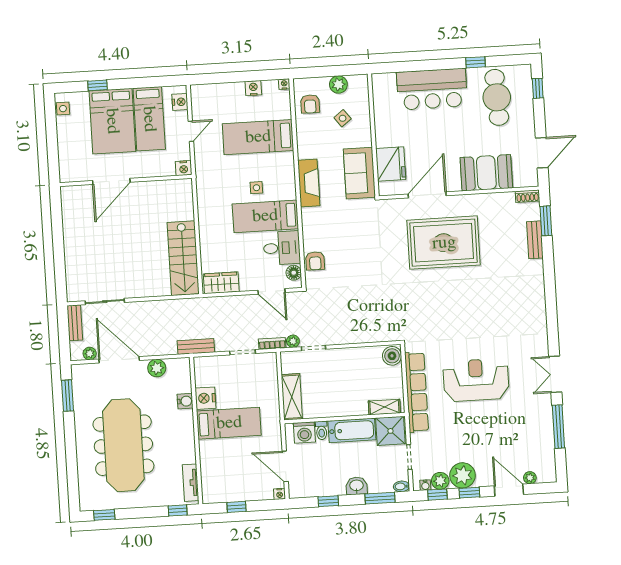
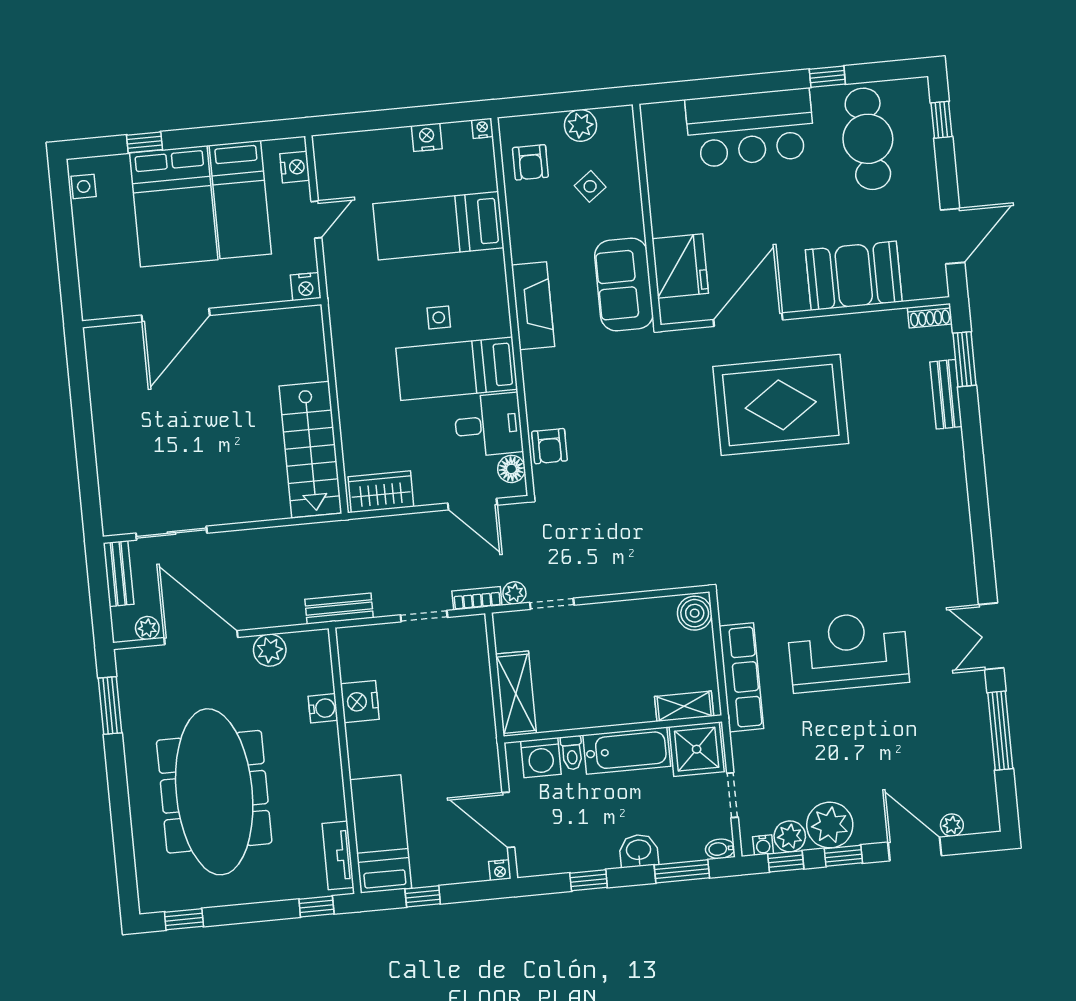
row of seats: (417, 392) -> (741, 677), width x0.73
bed: (229, 423) -> (381, 834), moved, turned -90

